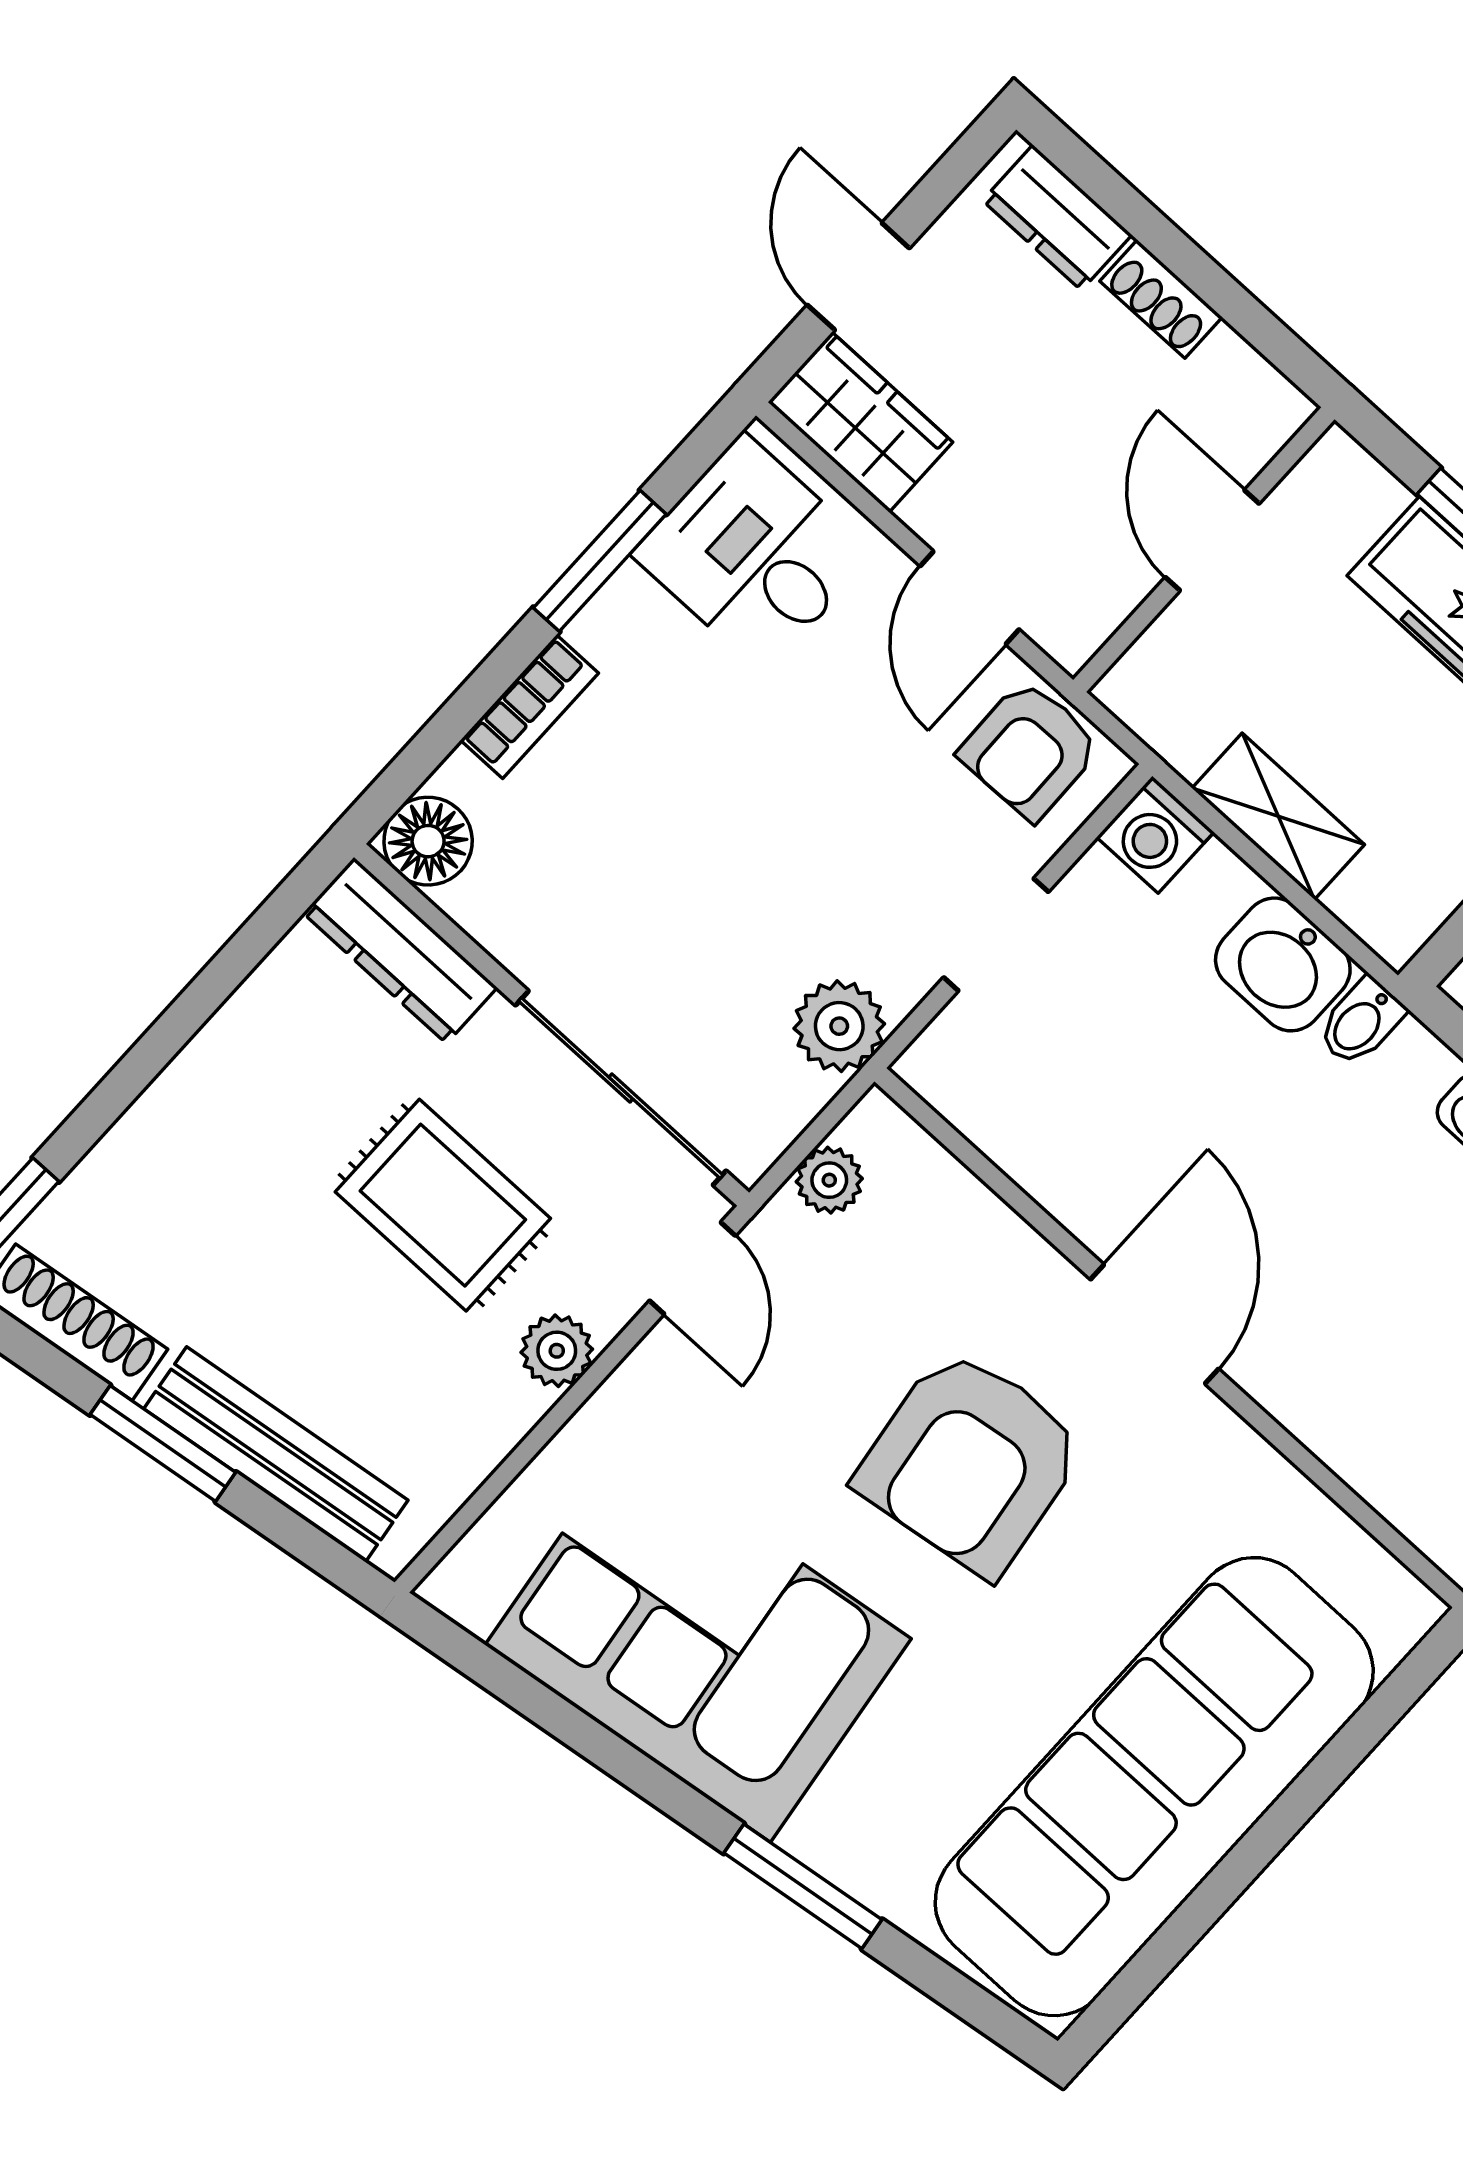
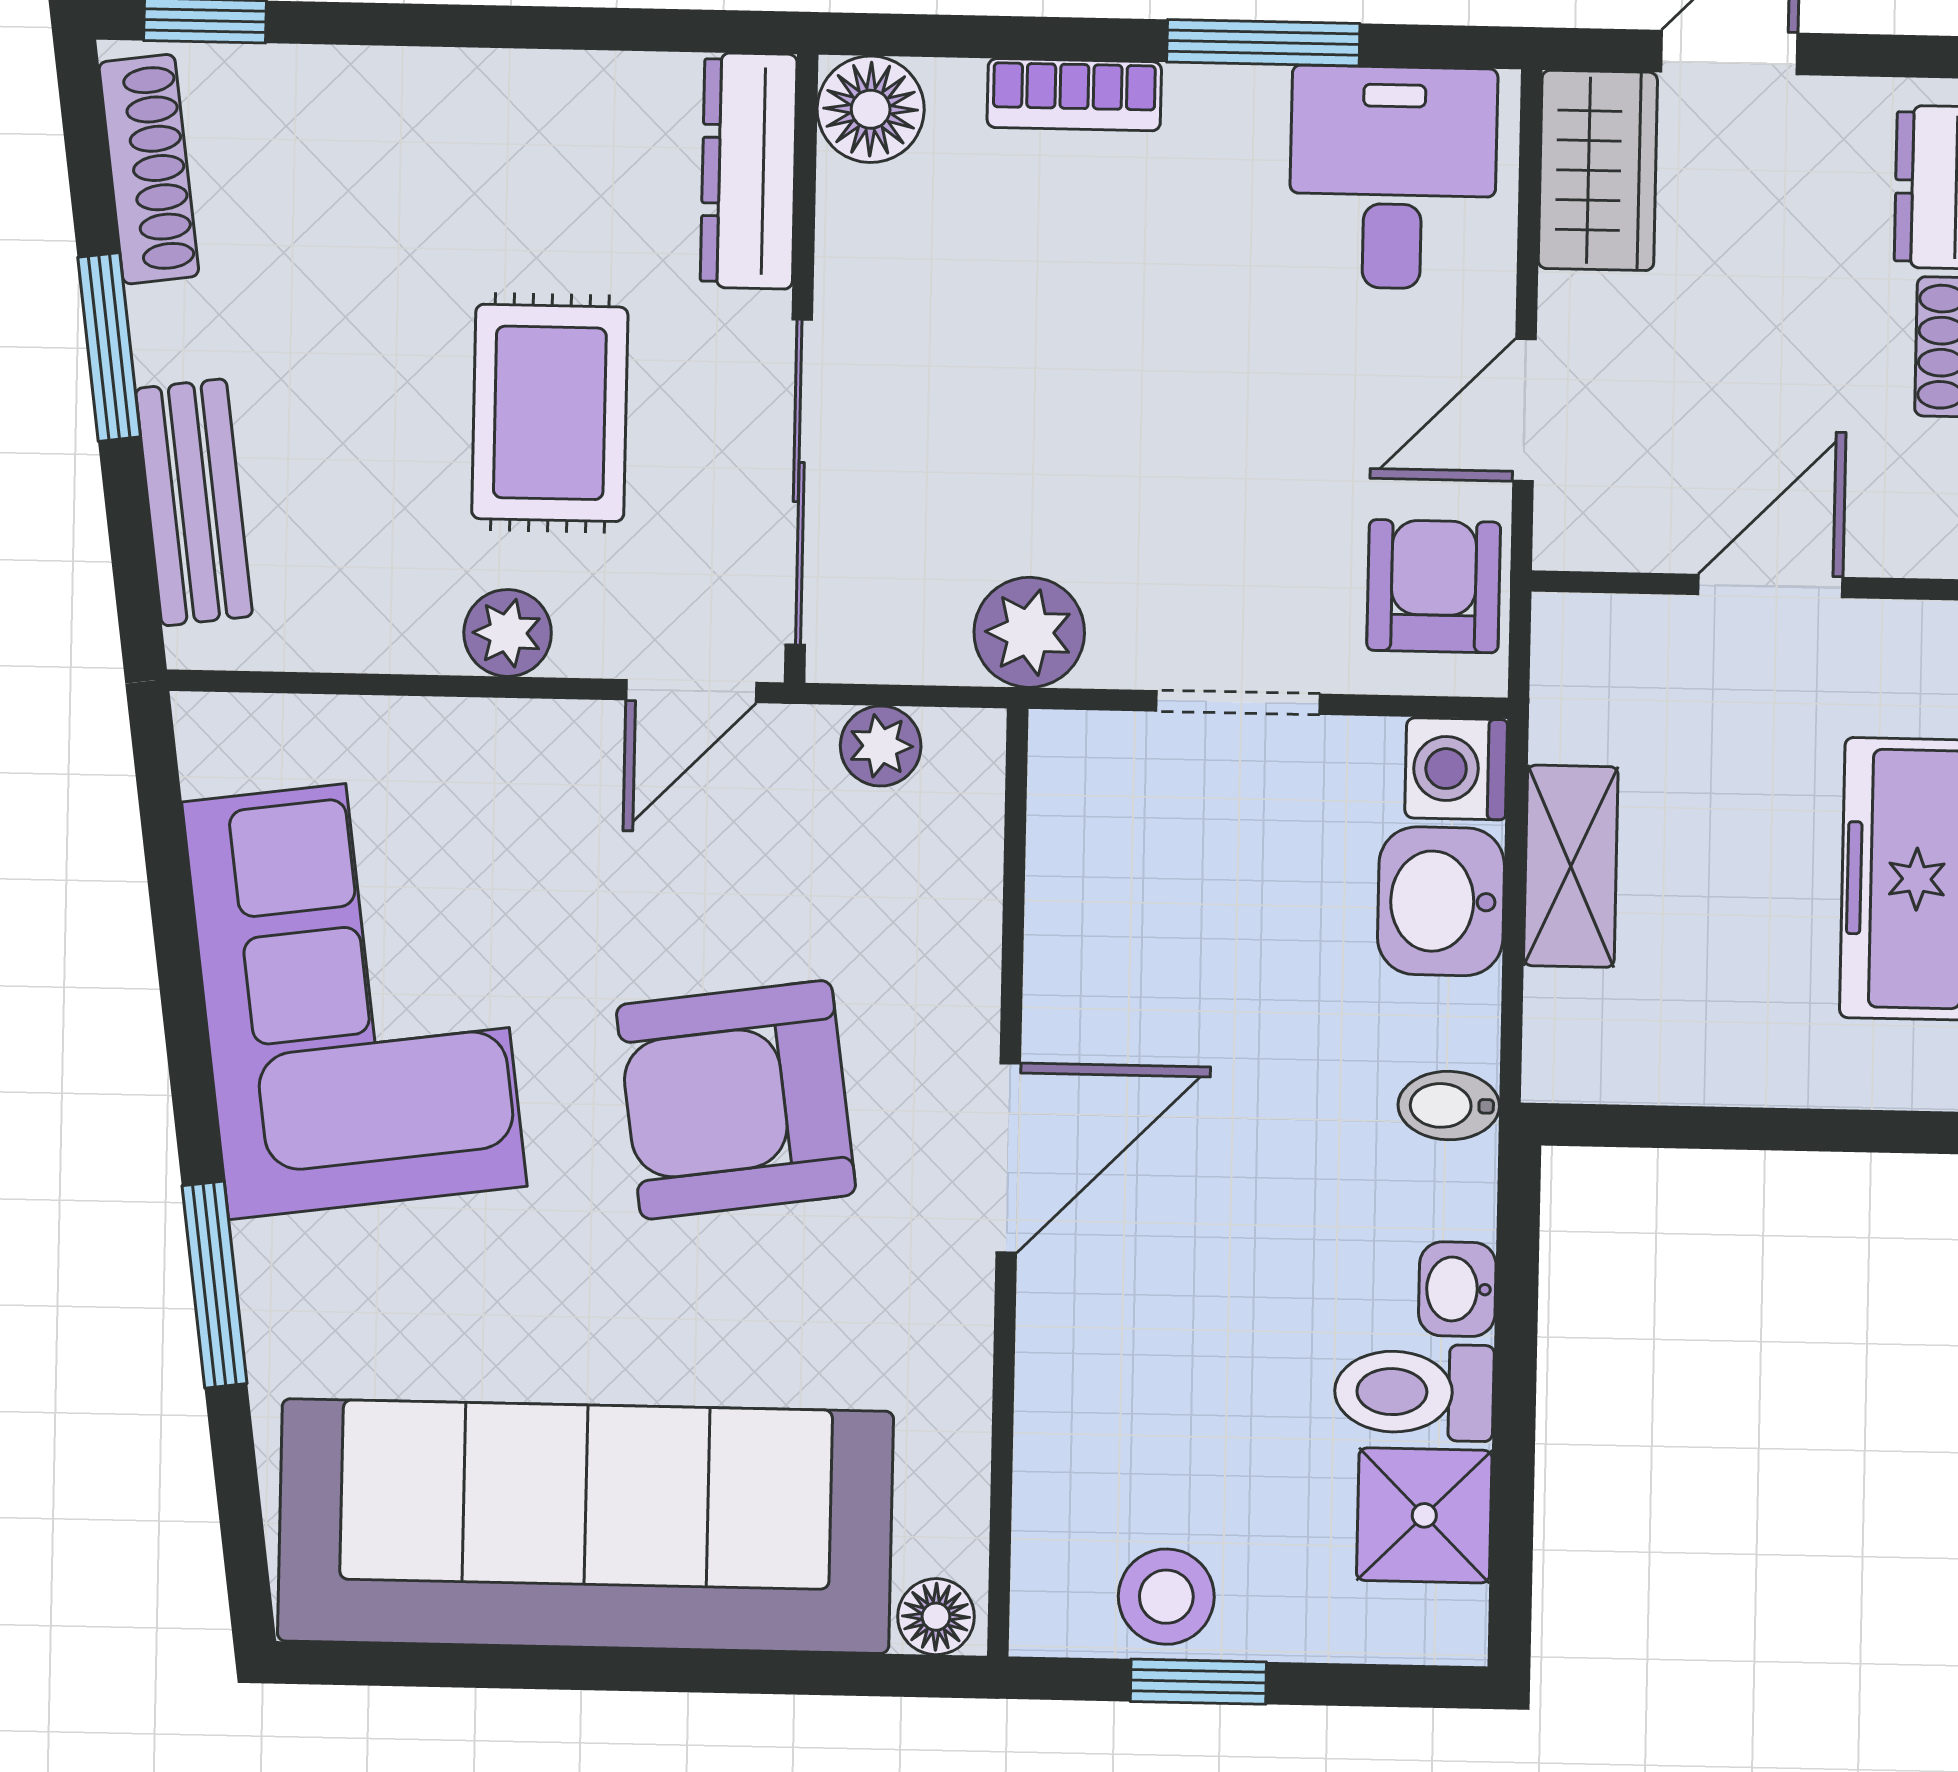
armchair: (1030, 750) -> (1434, 586), turned 91
washbasin: (1283, 964) -> (1441, 901), moved
bench: (276, 1454) -> (194, 502), width x0.73
floor lamp: (1400, 1618) -> (936, 1617), added

